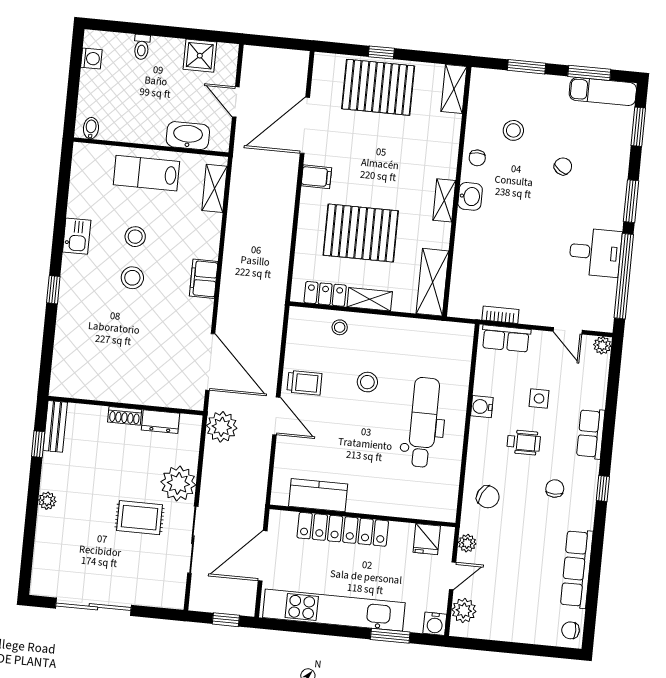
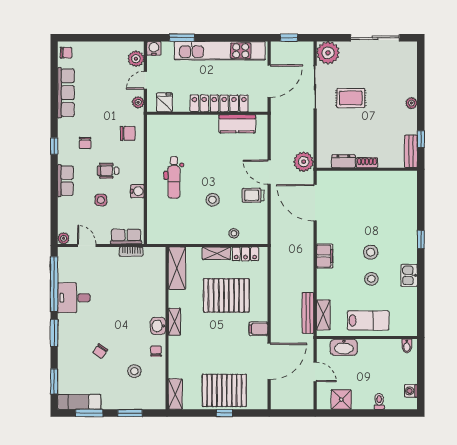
bench: (238, 194) -> (308, 313), added
dental chair: (423, 422) -> (174, 177), width x0.73, depth x0.72
plant: (178, 483) -> (328, 53), moved
chair: (488, 497) -> (128, 133), turned 153

